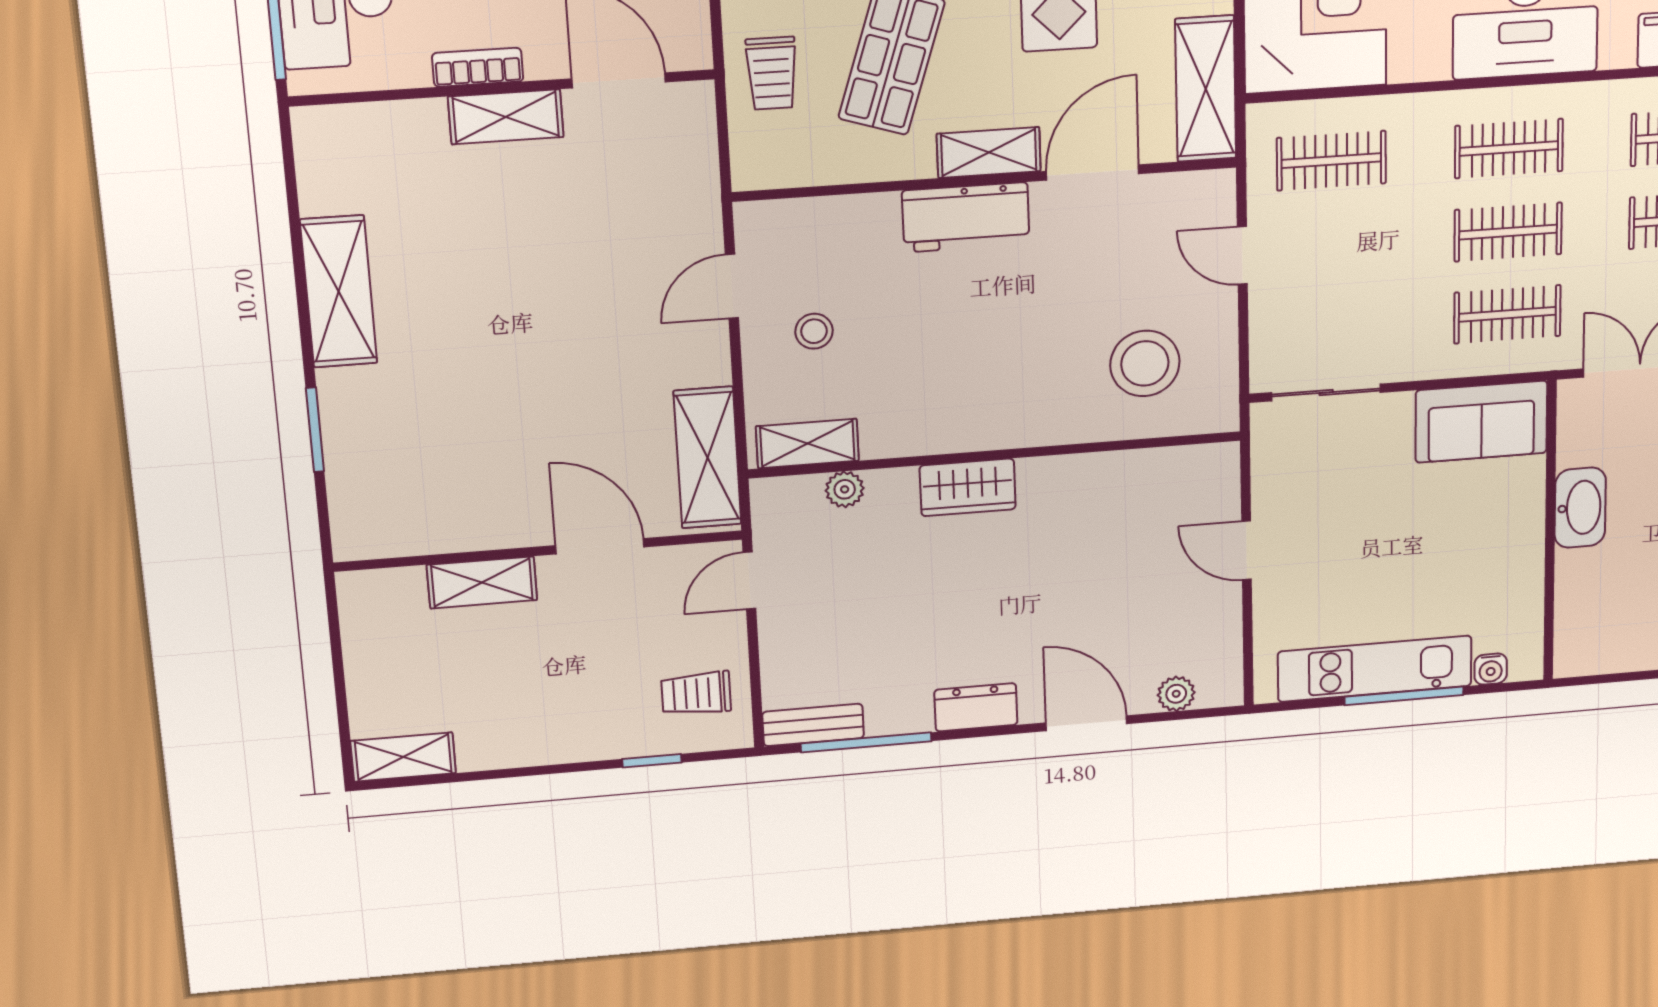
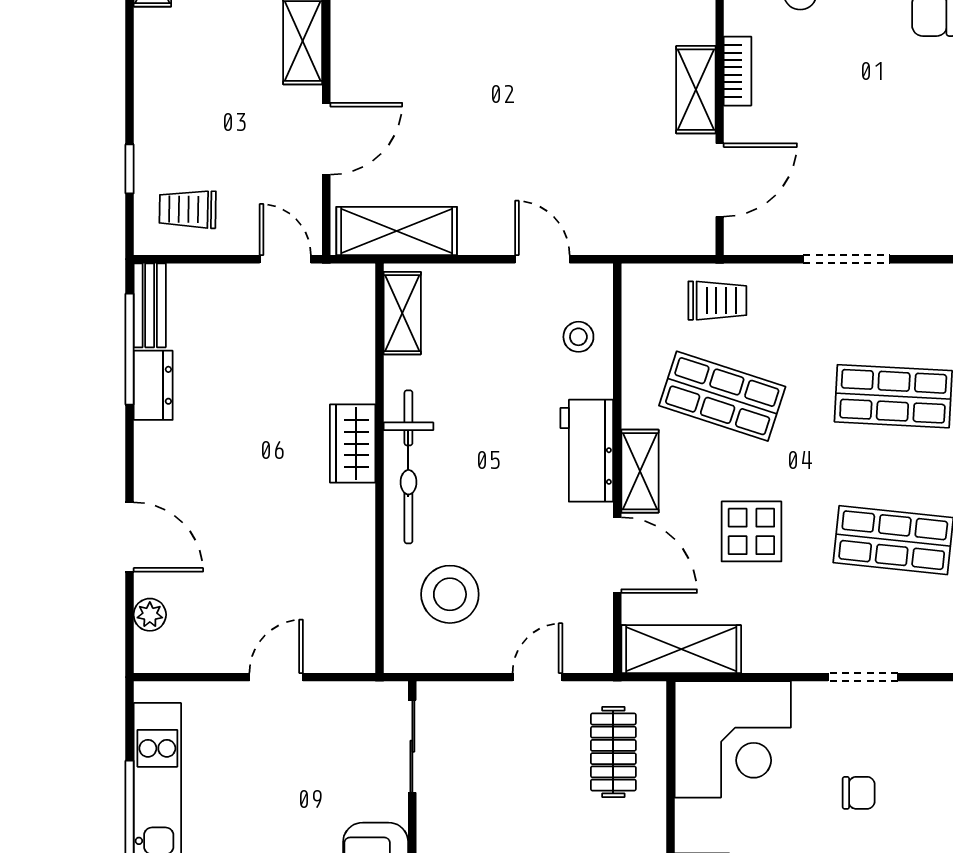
trolley: (772, 73) -> (717, 301), turned 180
stool: (814, 331) -> (578, 337), moved
bicycle: (993, 422) -> (408, 467), added
plant: (845, 489) -> (359, 342), removed
trolley: (696, 693) -> (188, 209), turned -89
dresser: (976, 707) -> (153, 385), moved
door: (1086, 723) -> (130, 537), hinge flipped

